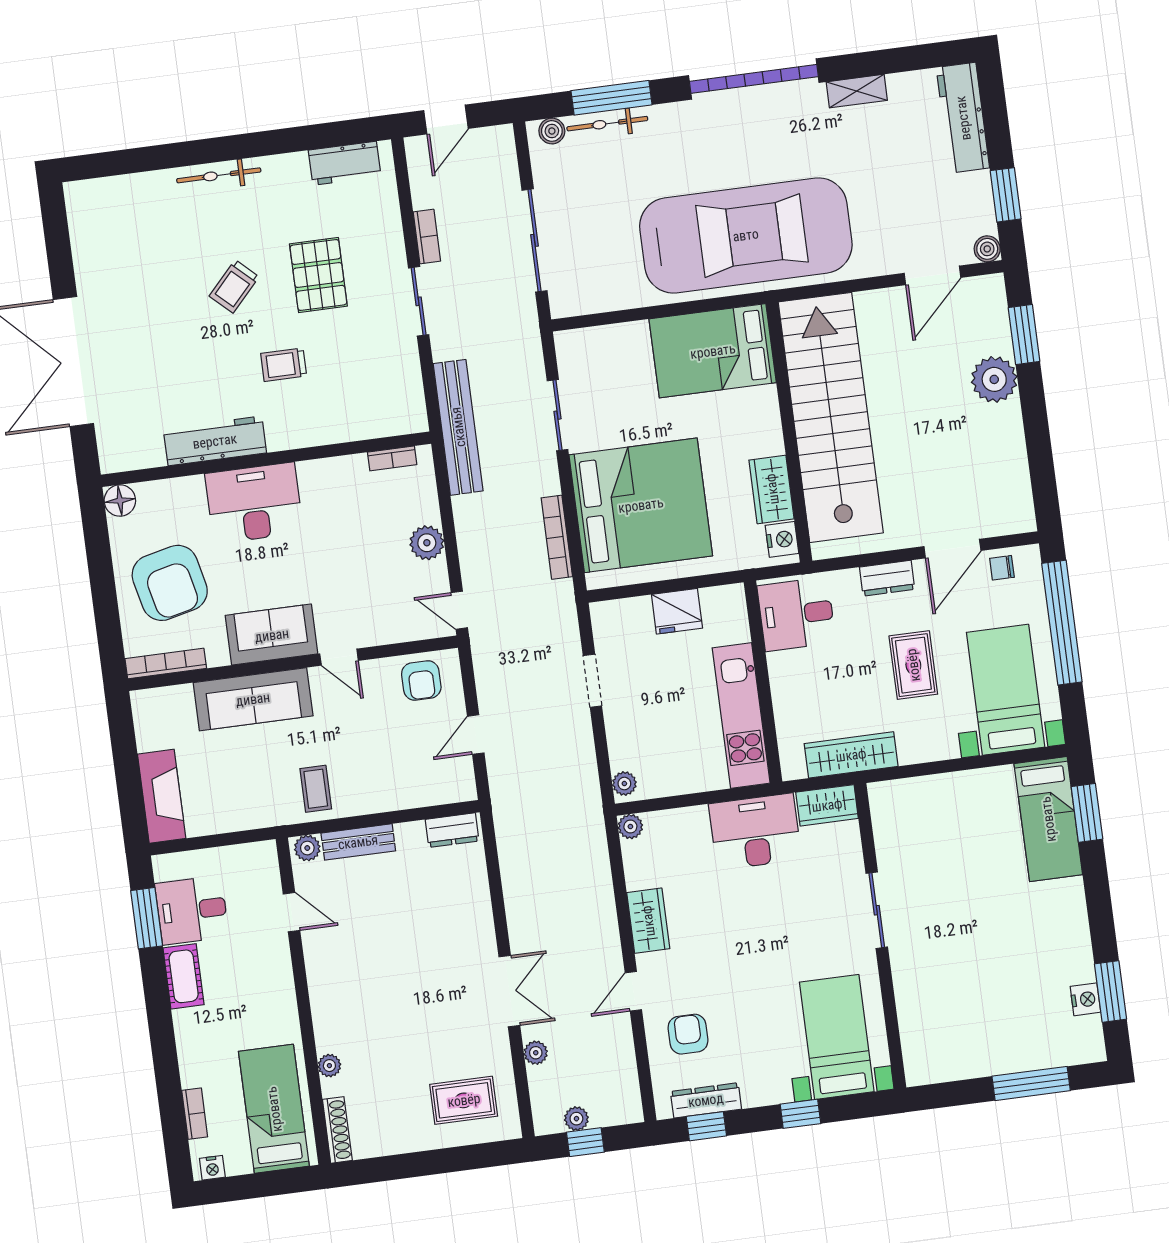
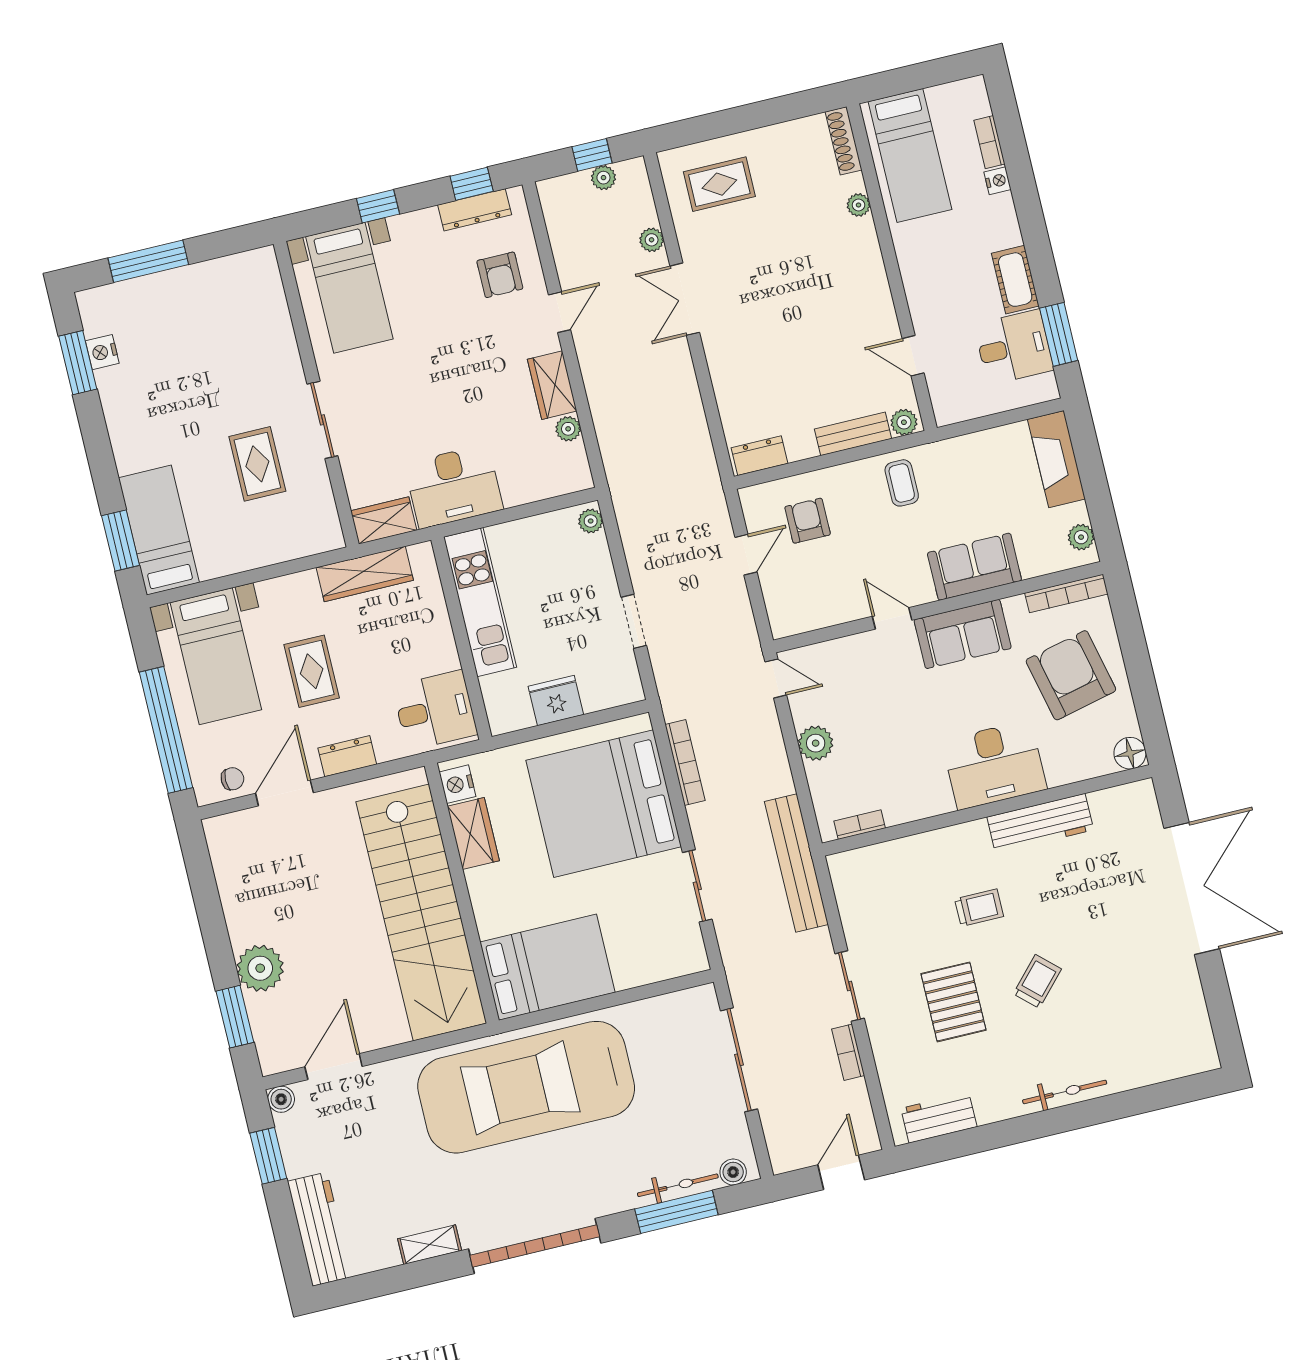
armchair: (421, 680) -> (808, 521), moved
sofa: (253, 699) -> (974, 567), width x0.73
plant: (146, 717) -> (1081, 537), added
plant: (630, 827) -> (568, 429), moved
rug: (945, 874) -> (257, 464), added
nightstand: (212, 1168) -> (997, 181), moved, turned 90

